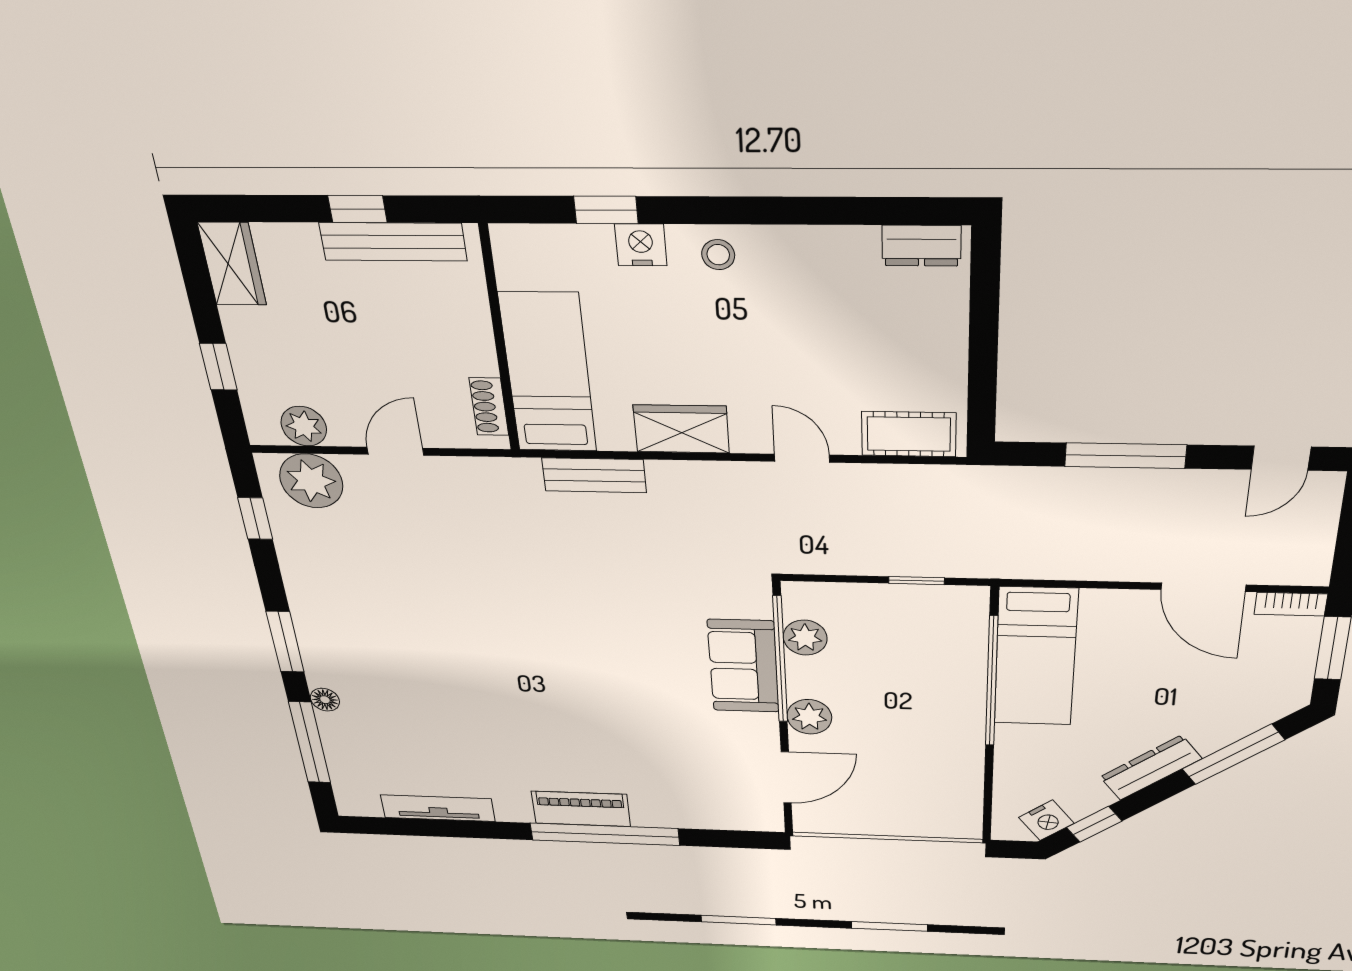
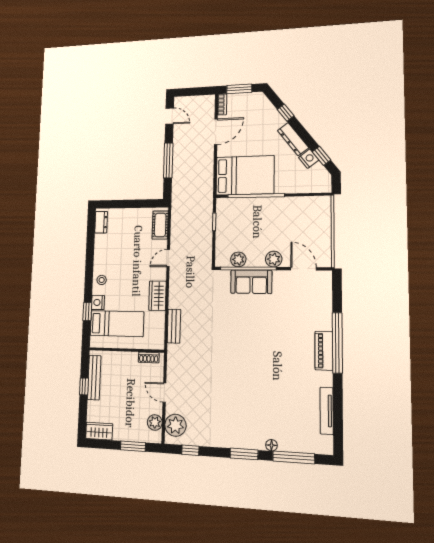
window: (218, 367) -> (133, 446), width x1.50
bed: (548, 373) -> (117, 324), moved, turned 180
bed: (1036, 657) -> (245, 175), width x1.50
window: (1233, 755) -> (286, 113), width x0.46
nightstand: (1046, 820) -> (309, 159), moved

